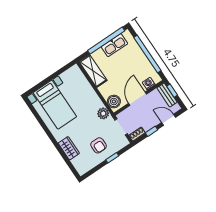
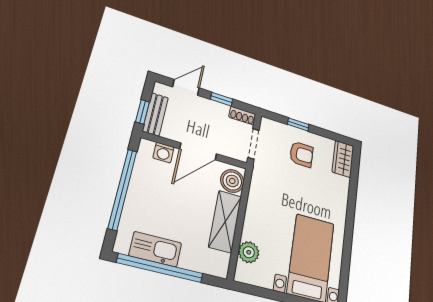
shelving: (93, 71) -> (225, 221), moved
plant: (103, 113) -> (249, 252), moved
door: (169, 120) -> (186, 87), swing flipped
armchair: (99, 145) -> (301, 154), turned 90
wardrobe: (69, 148) -> (343, 159), moved

